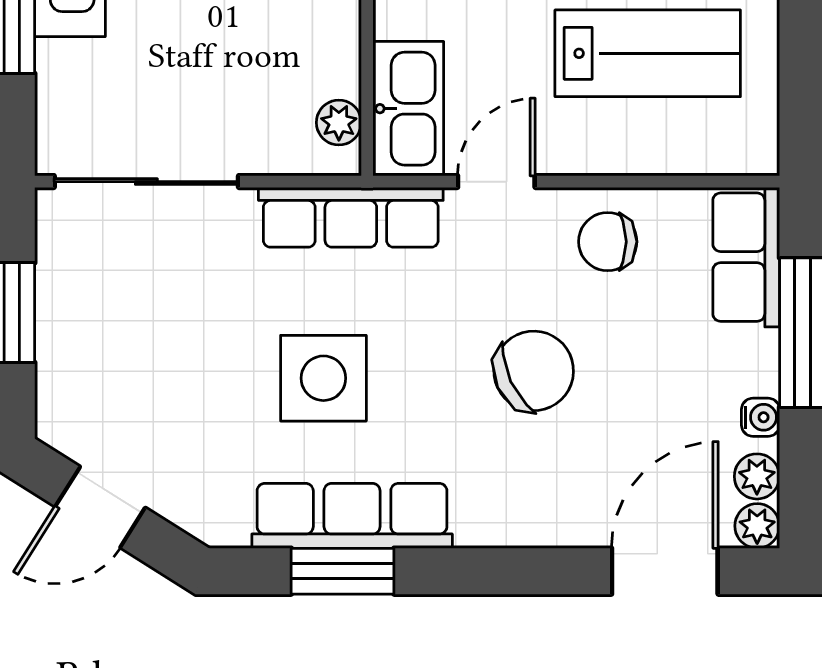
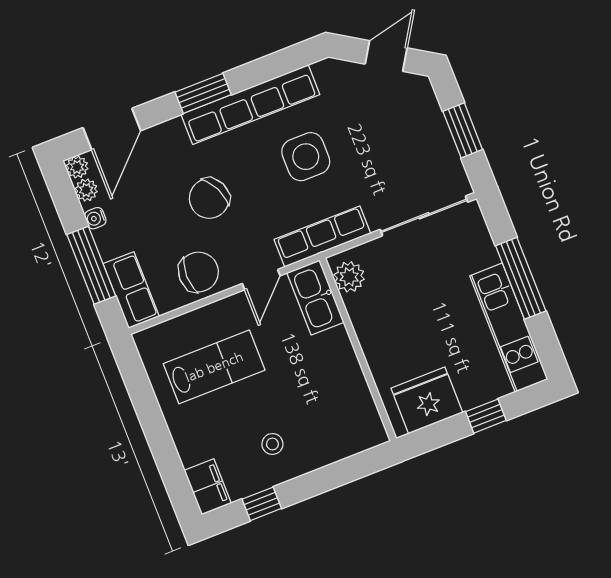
lab bench: (648, 53) -> (214, 367), turned 180
plant: (339, 123) -> (349, 277), width x1.38, depth x1.38
chair: (608, 242) -> (198, 272), width x1.37, depth x1.37
row of seats: (352, 516) -> (250, 104), width x1.36
window: (343, 571) -> (203, 93), moved

